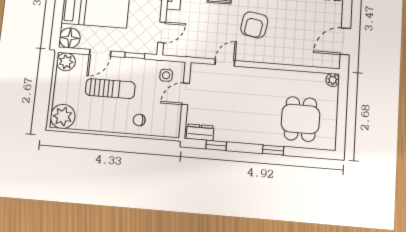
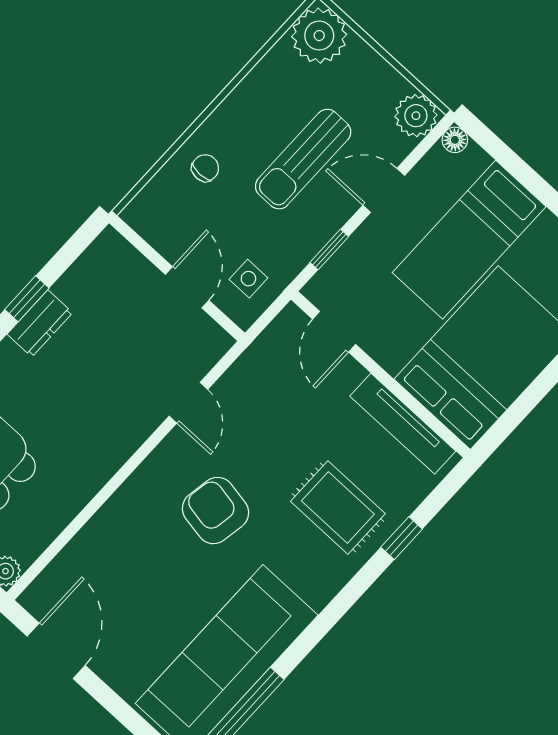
floor lamp: (70, 38) -> (455, 140), width x0.53, depth x0.53
door: (100, 53) -> (384, 190), hinge flipped
dresser: (200, 132) -> (40, 323), moved
window: (216, 145) -> (27, 299), moved

